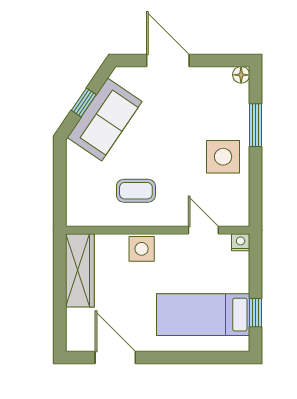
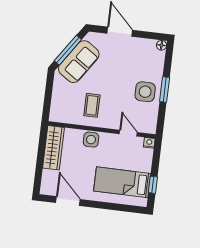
window: (84, 102) -> (68, 50), width x2.17
window: (256, 125) -> (165, 90), moved
coffee table: (136, 191) -> (92, 105), turned 90

